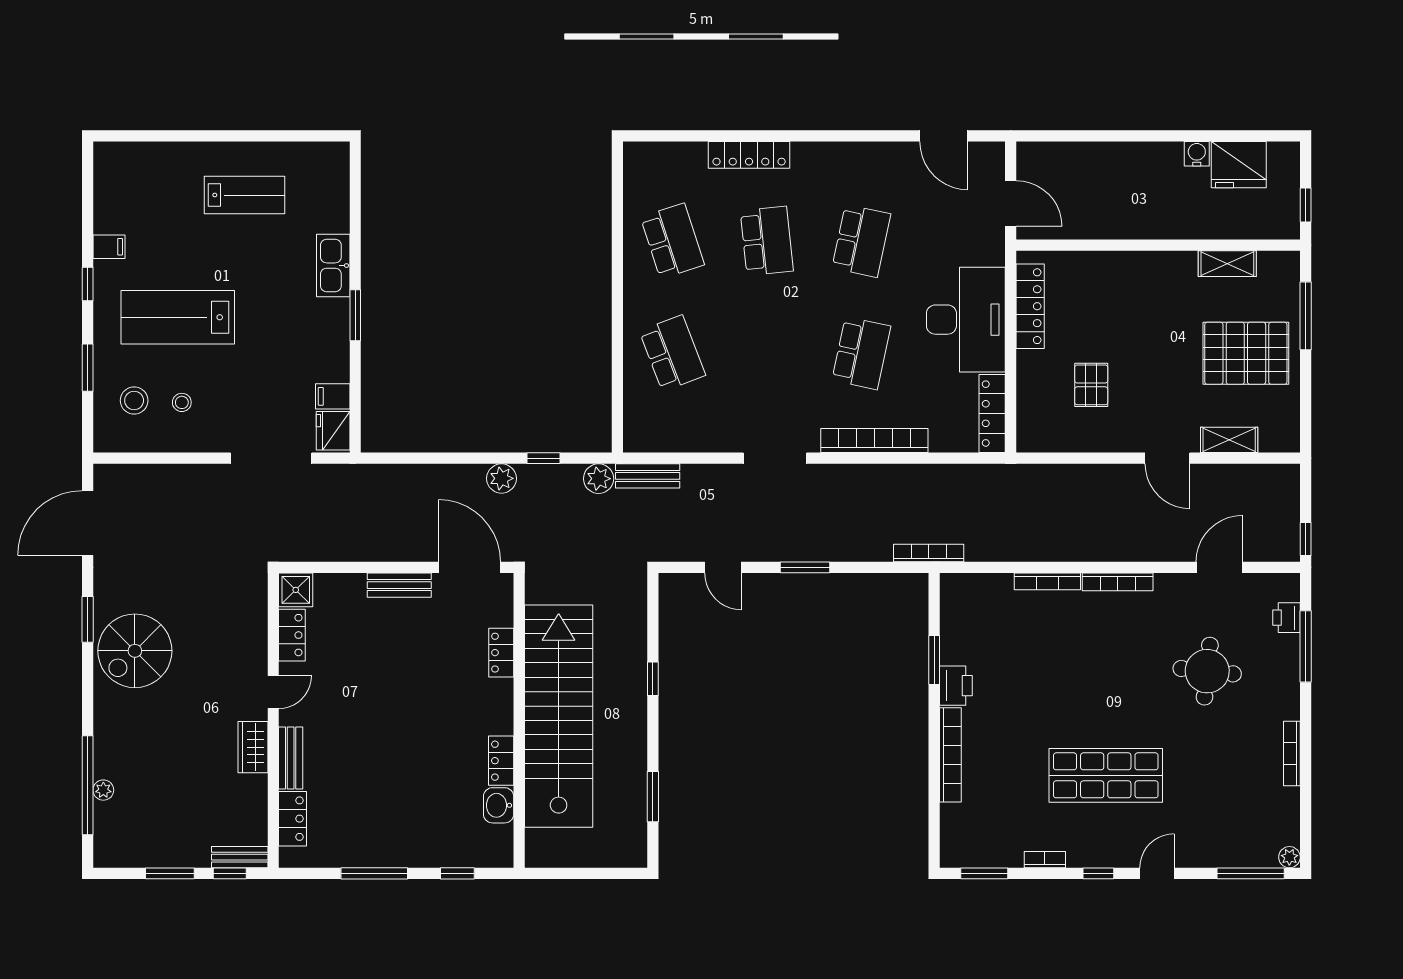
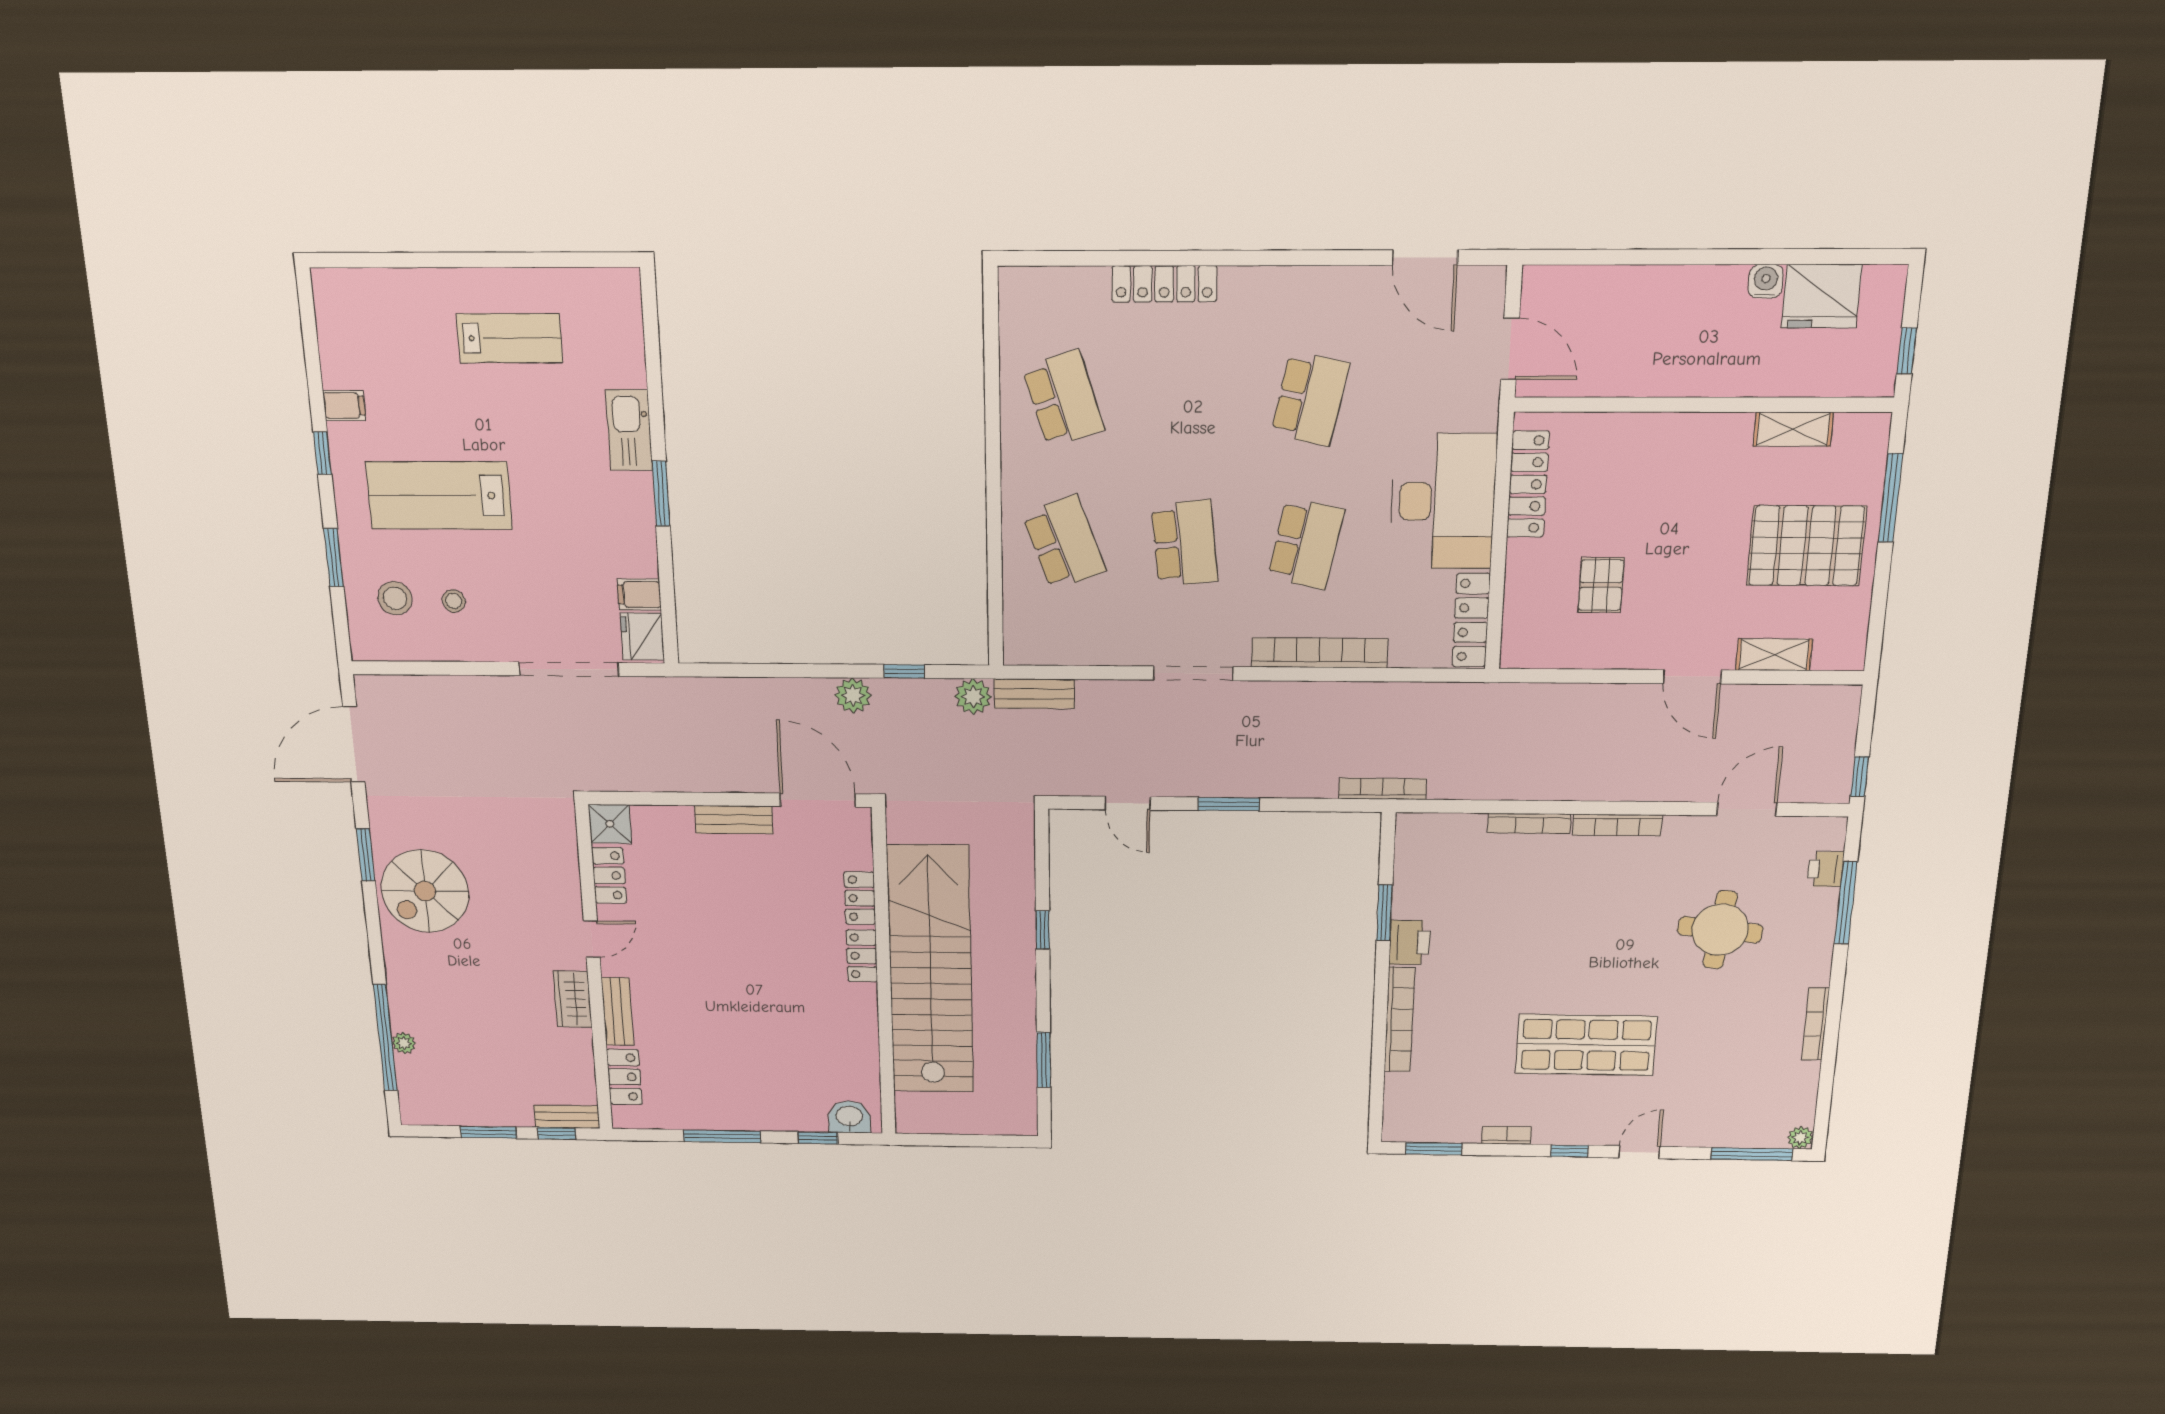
school desk: (767, 241) -> (1185, 543), moved
locker: (501, 761) -> (862, 956), moved
washbasin: (499, 805) -> (849, 1117), moved, turned 90

